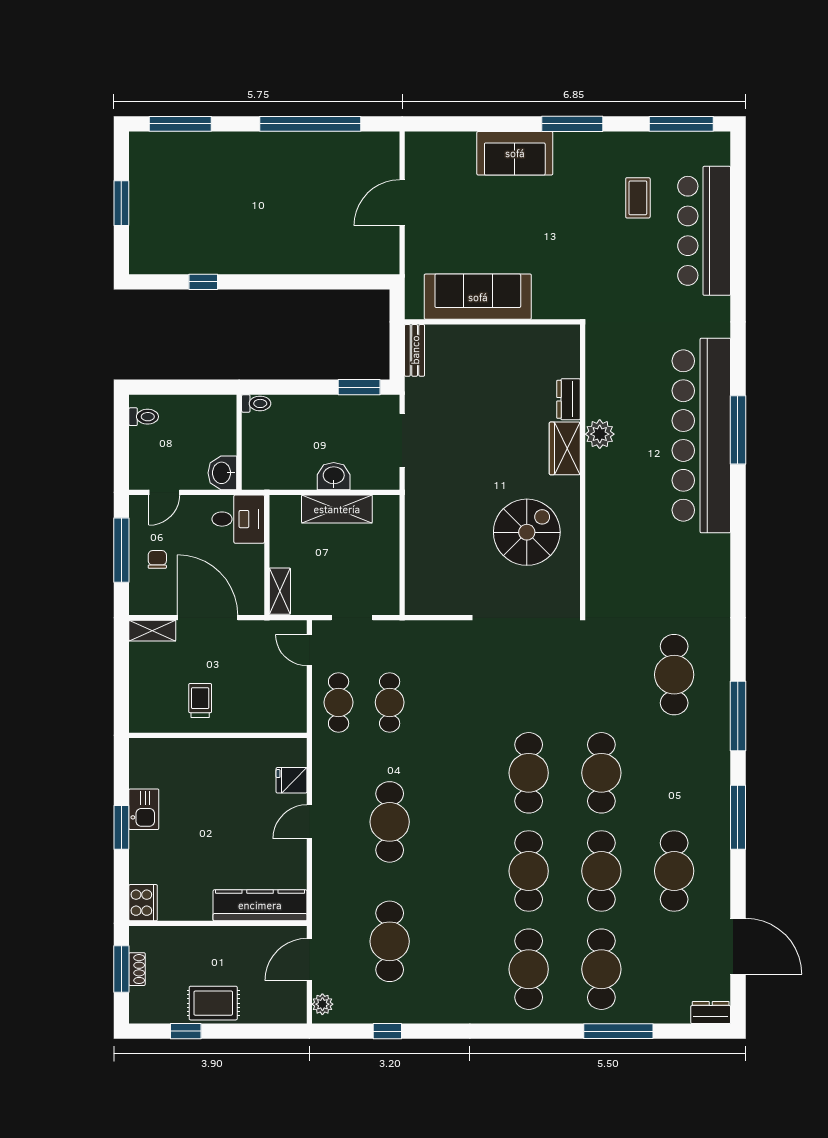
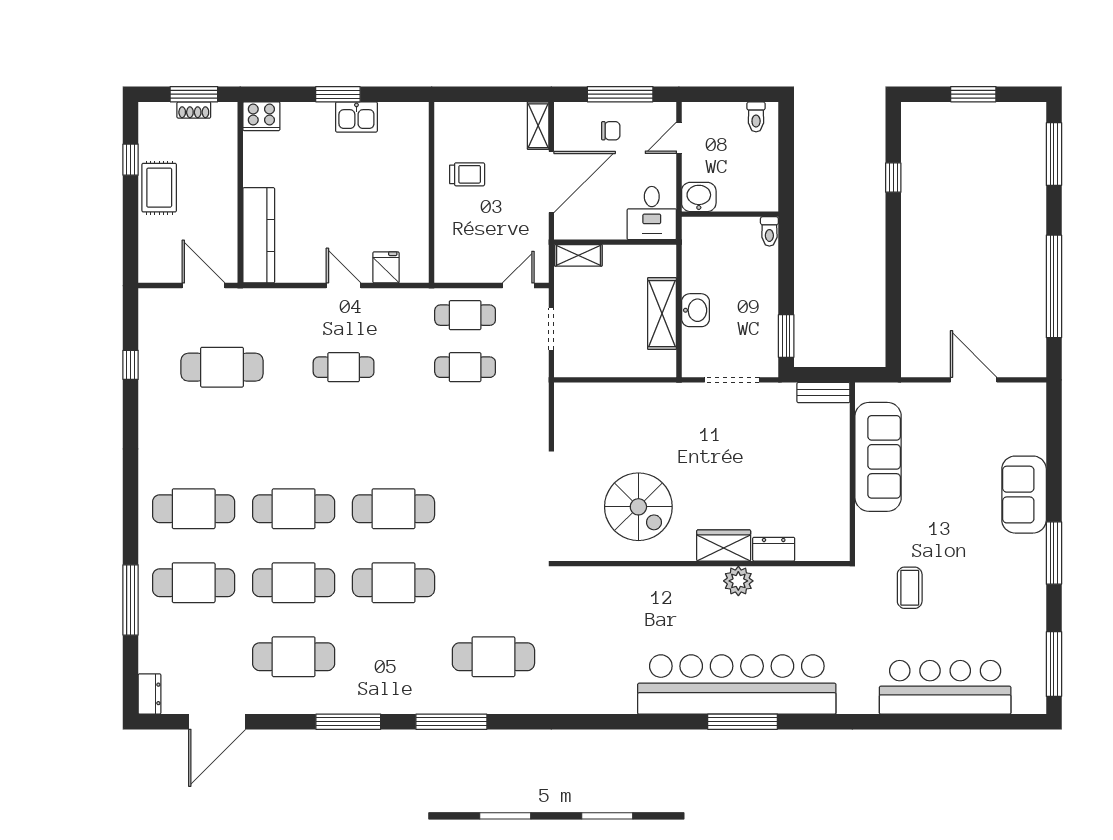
coffee table: (638, 198) -> (910, 588), moved, turned 90
door: (164, 492) -> (679, 138), hinge flipped
cafe table: (390, 822) -> (344, 367), width x0.73, depth x0.74
plant: (322, 1004) -> (158, 299), removed

